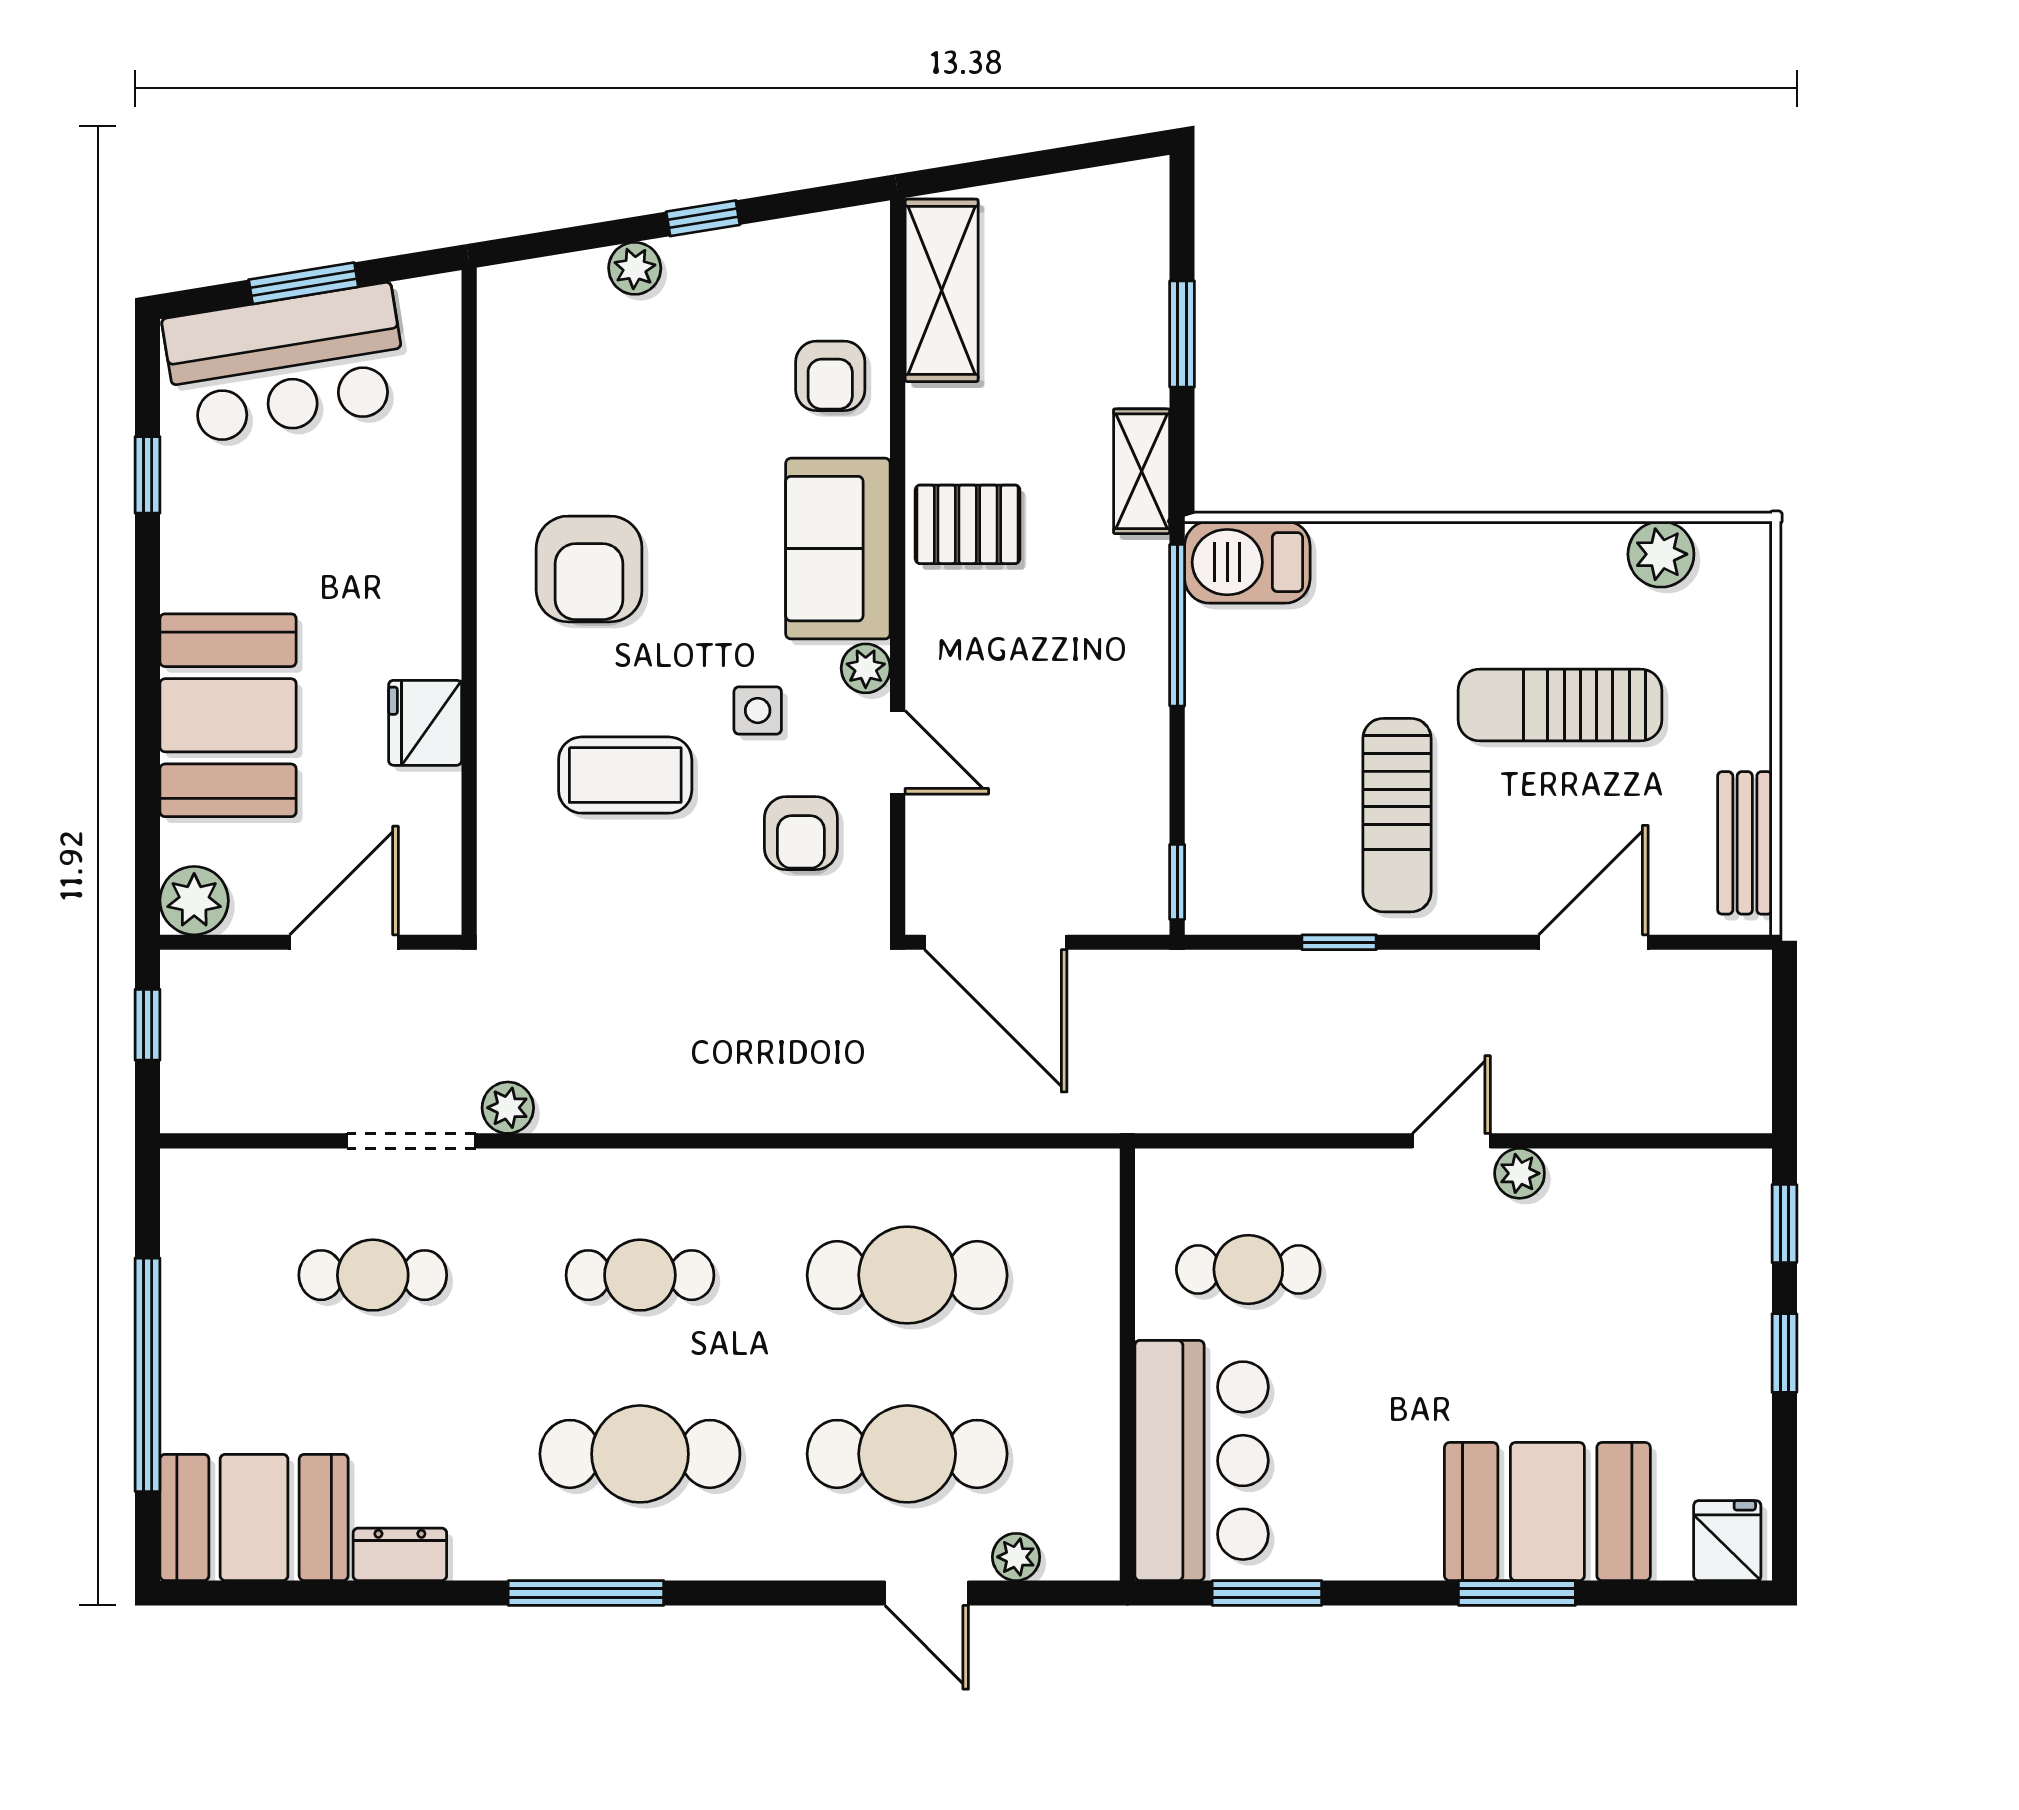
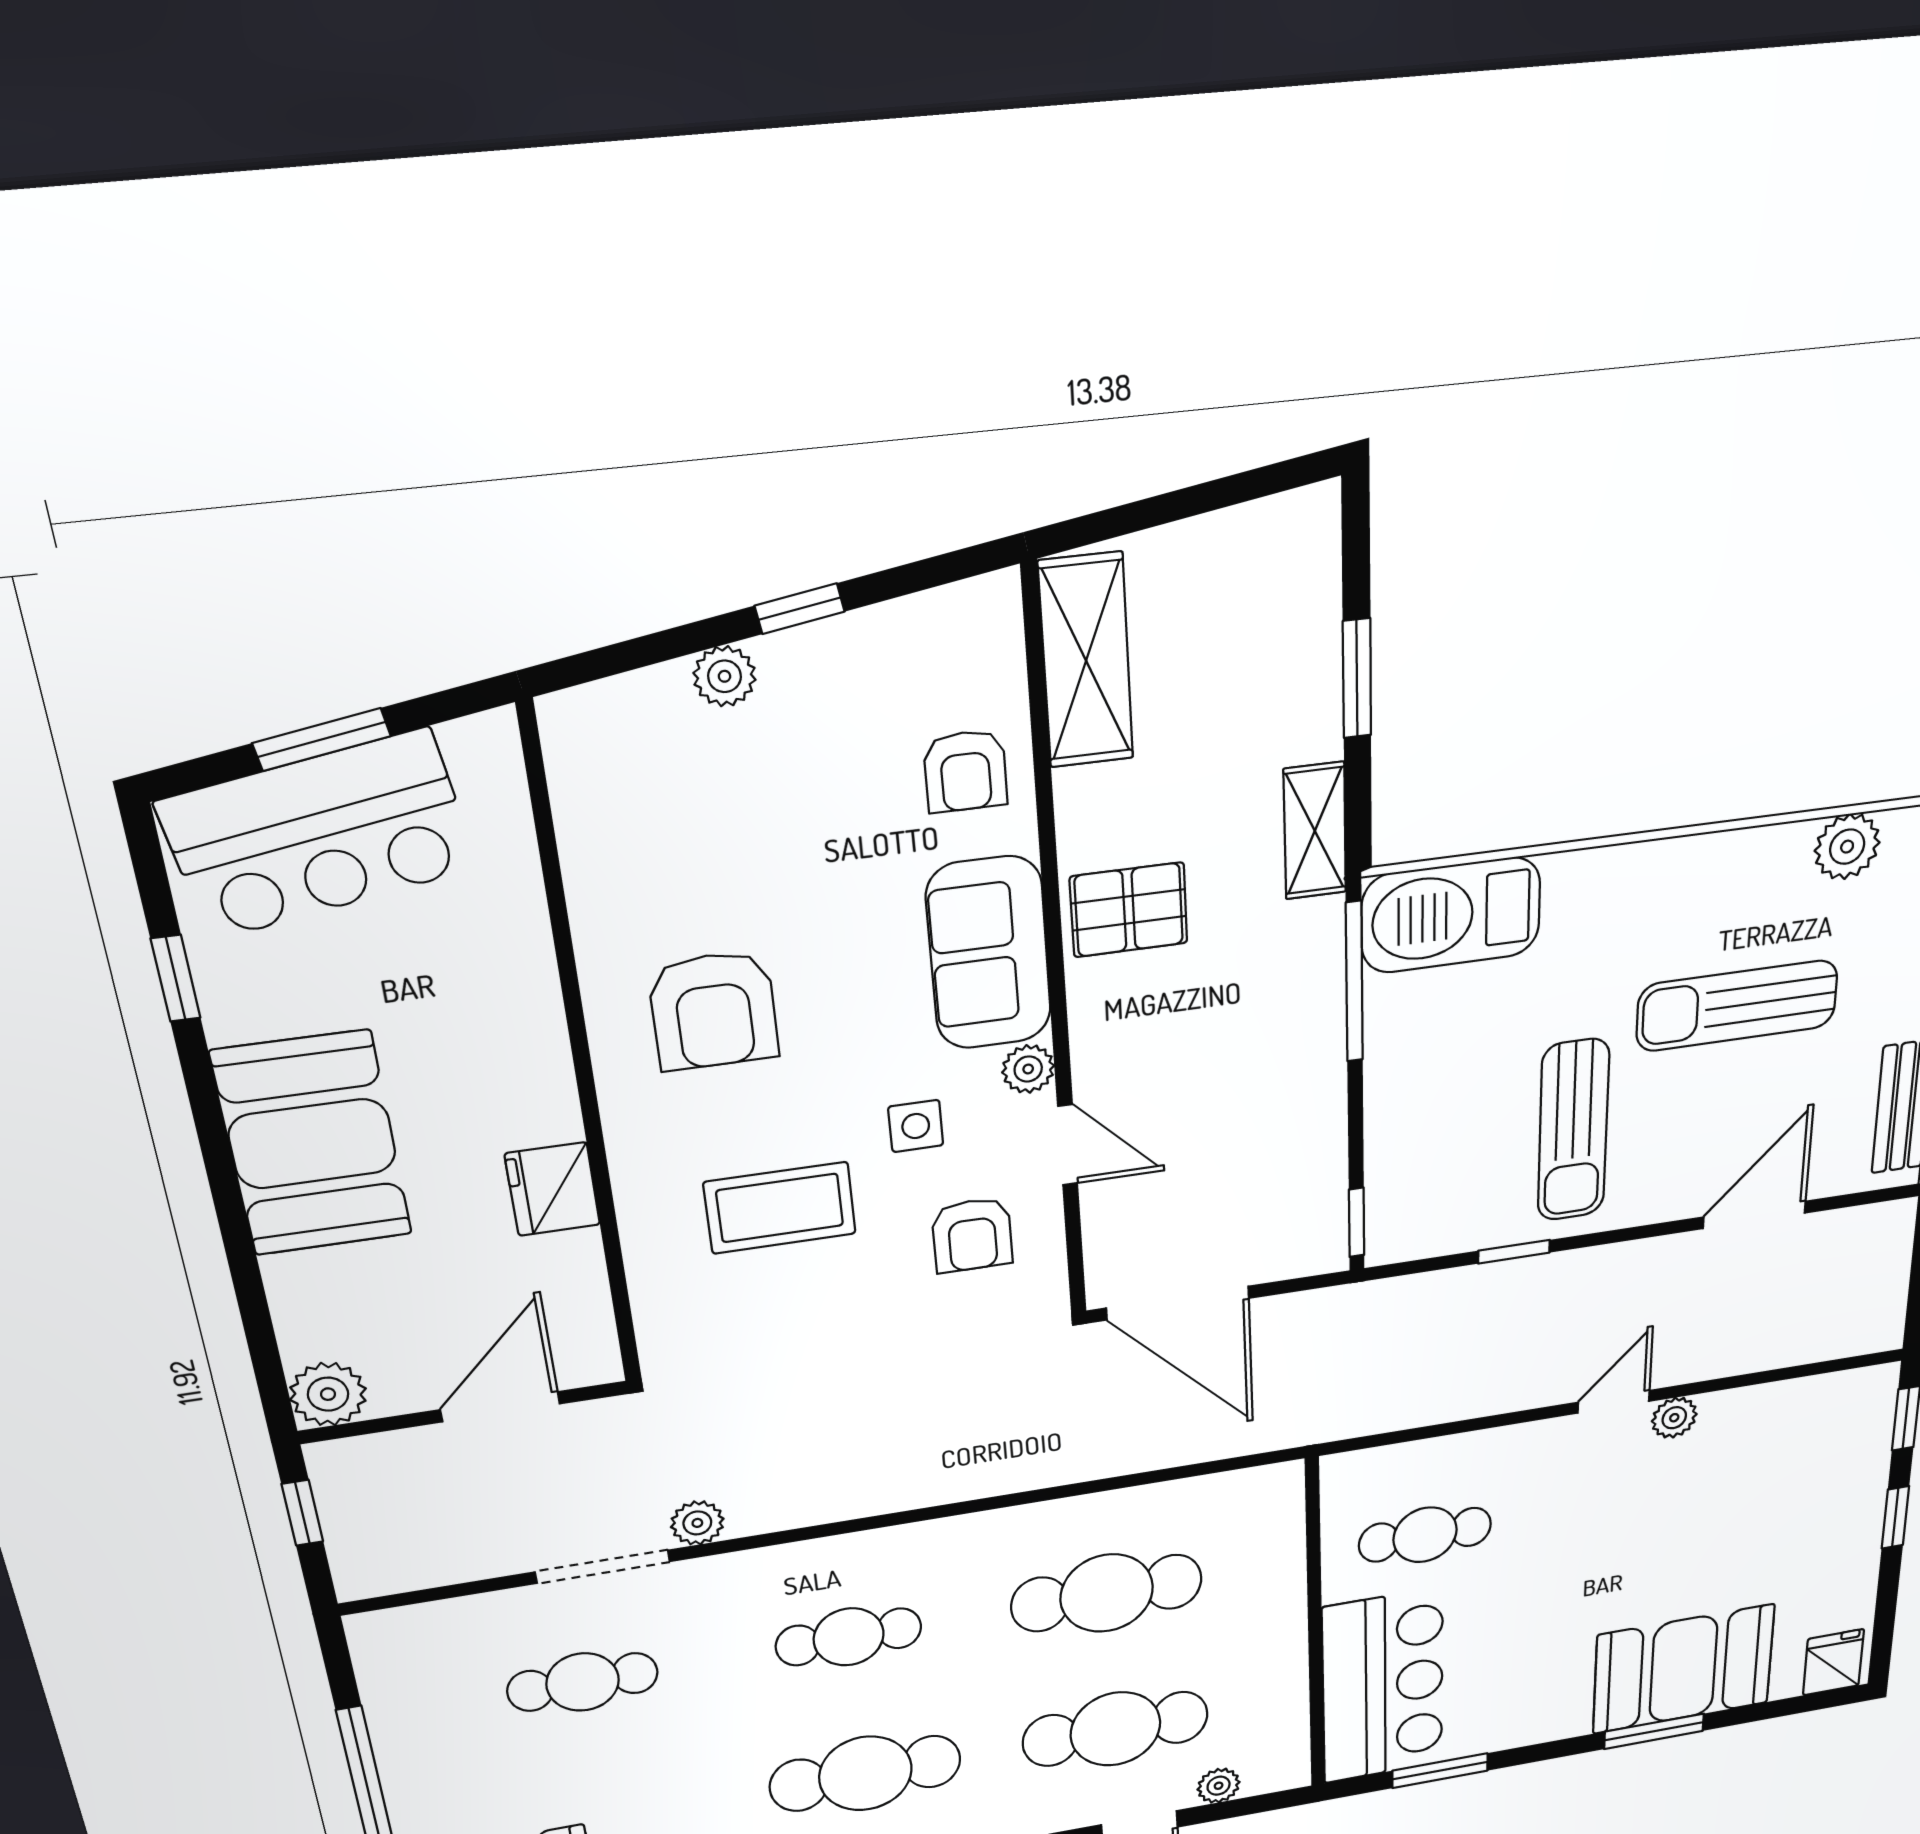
barbecue: (1247, 562) -> (1451, 915), width x1.37, depth x1.21
booth: (228, 715) -> (312, 1144), moved

